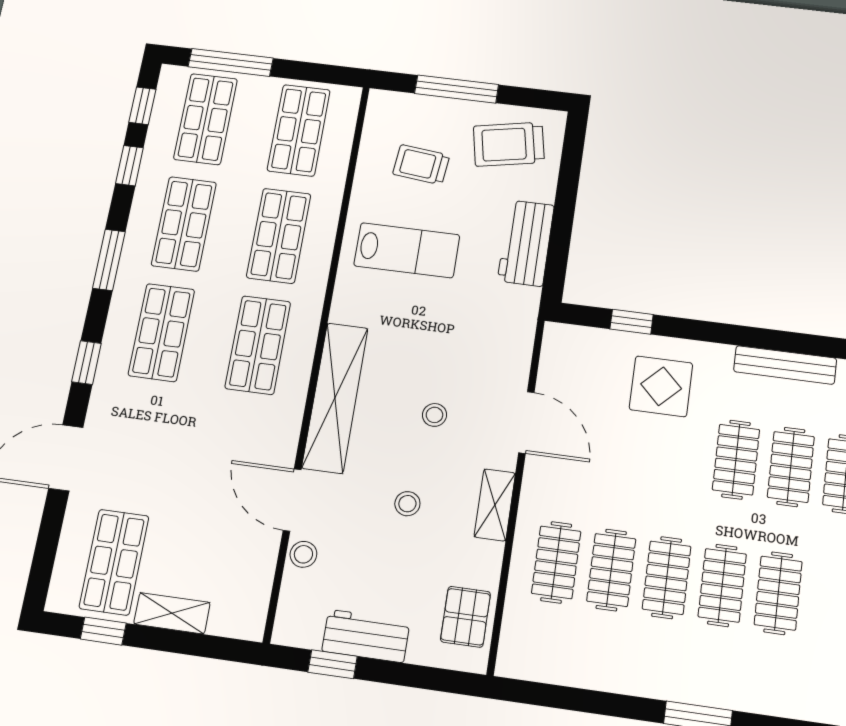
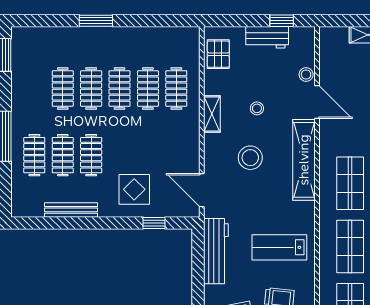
workbench: (526, 243) -> (216, 251), width x1.38
stool: (434, 415) -> (250, 158), width x1.89, depth x1.89
door: (526, 422) -> (202, 190), moved

